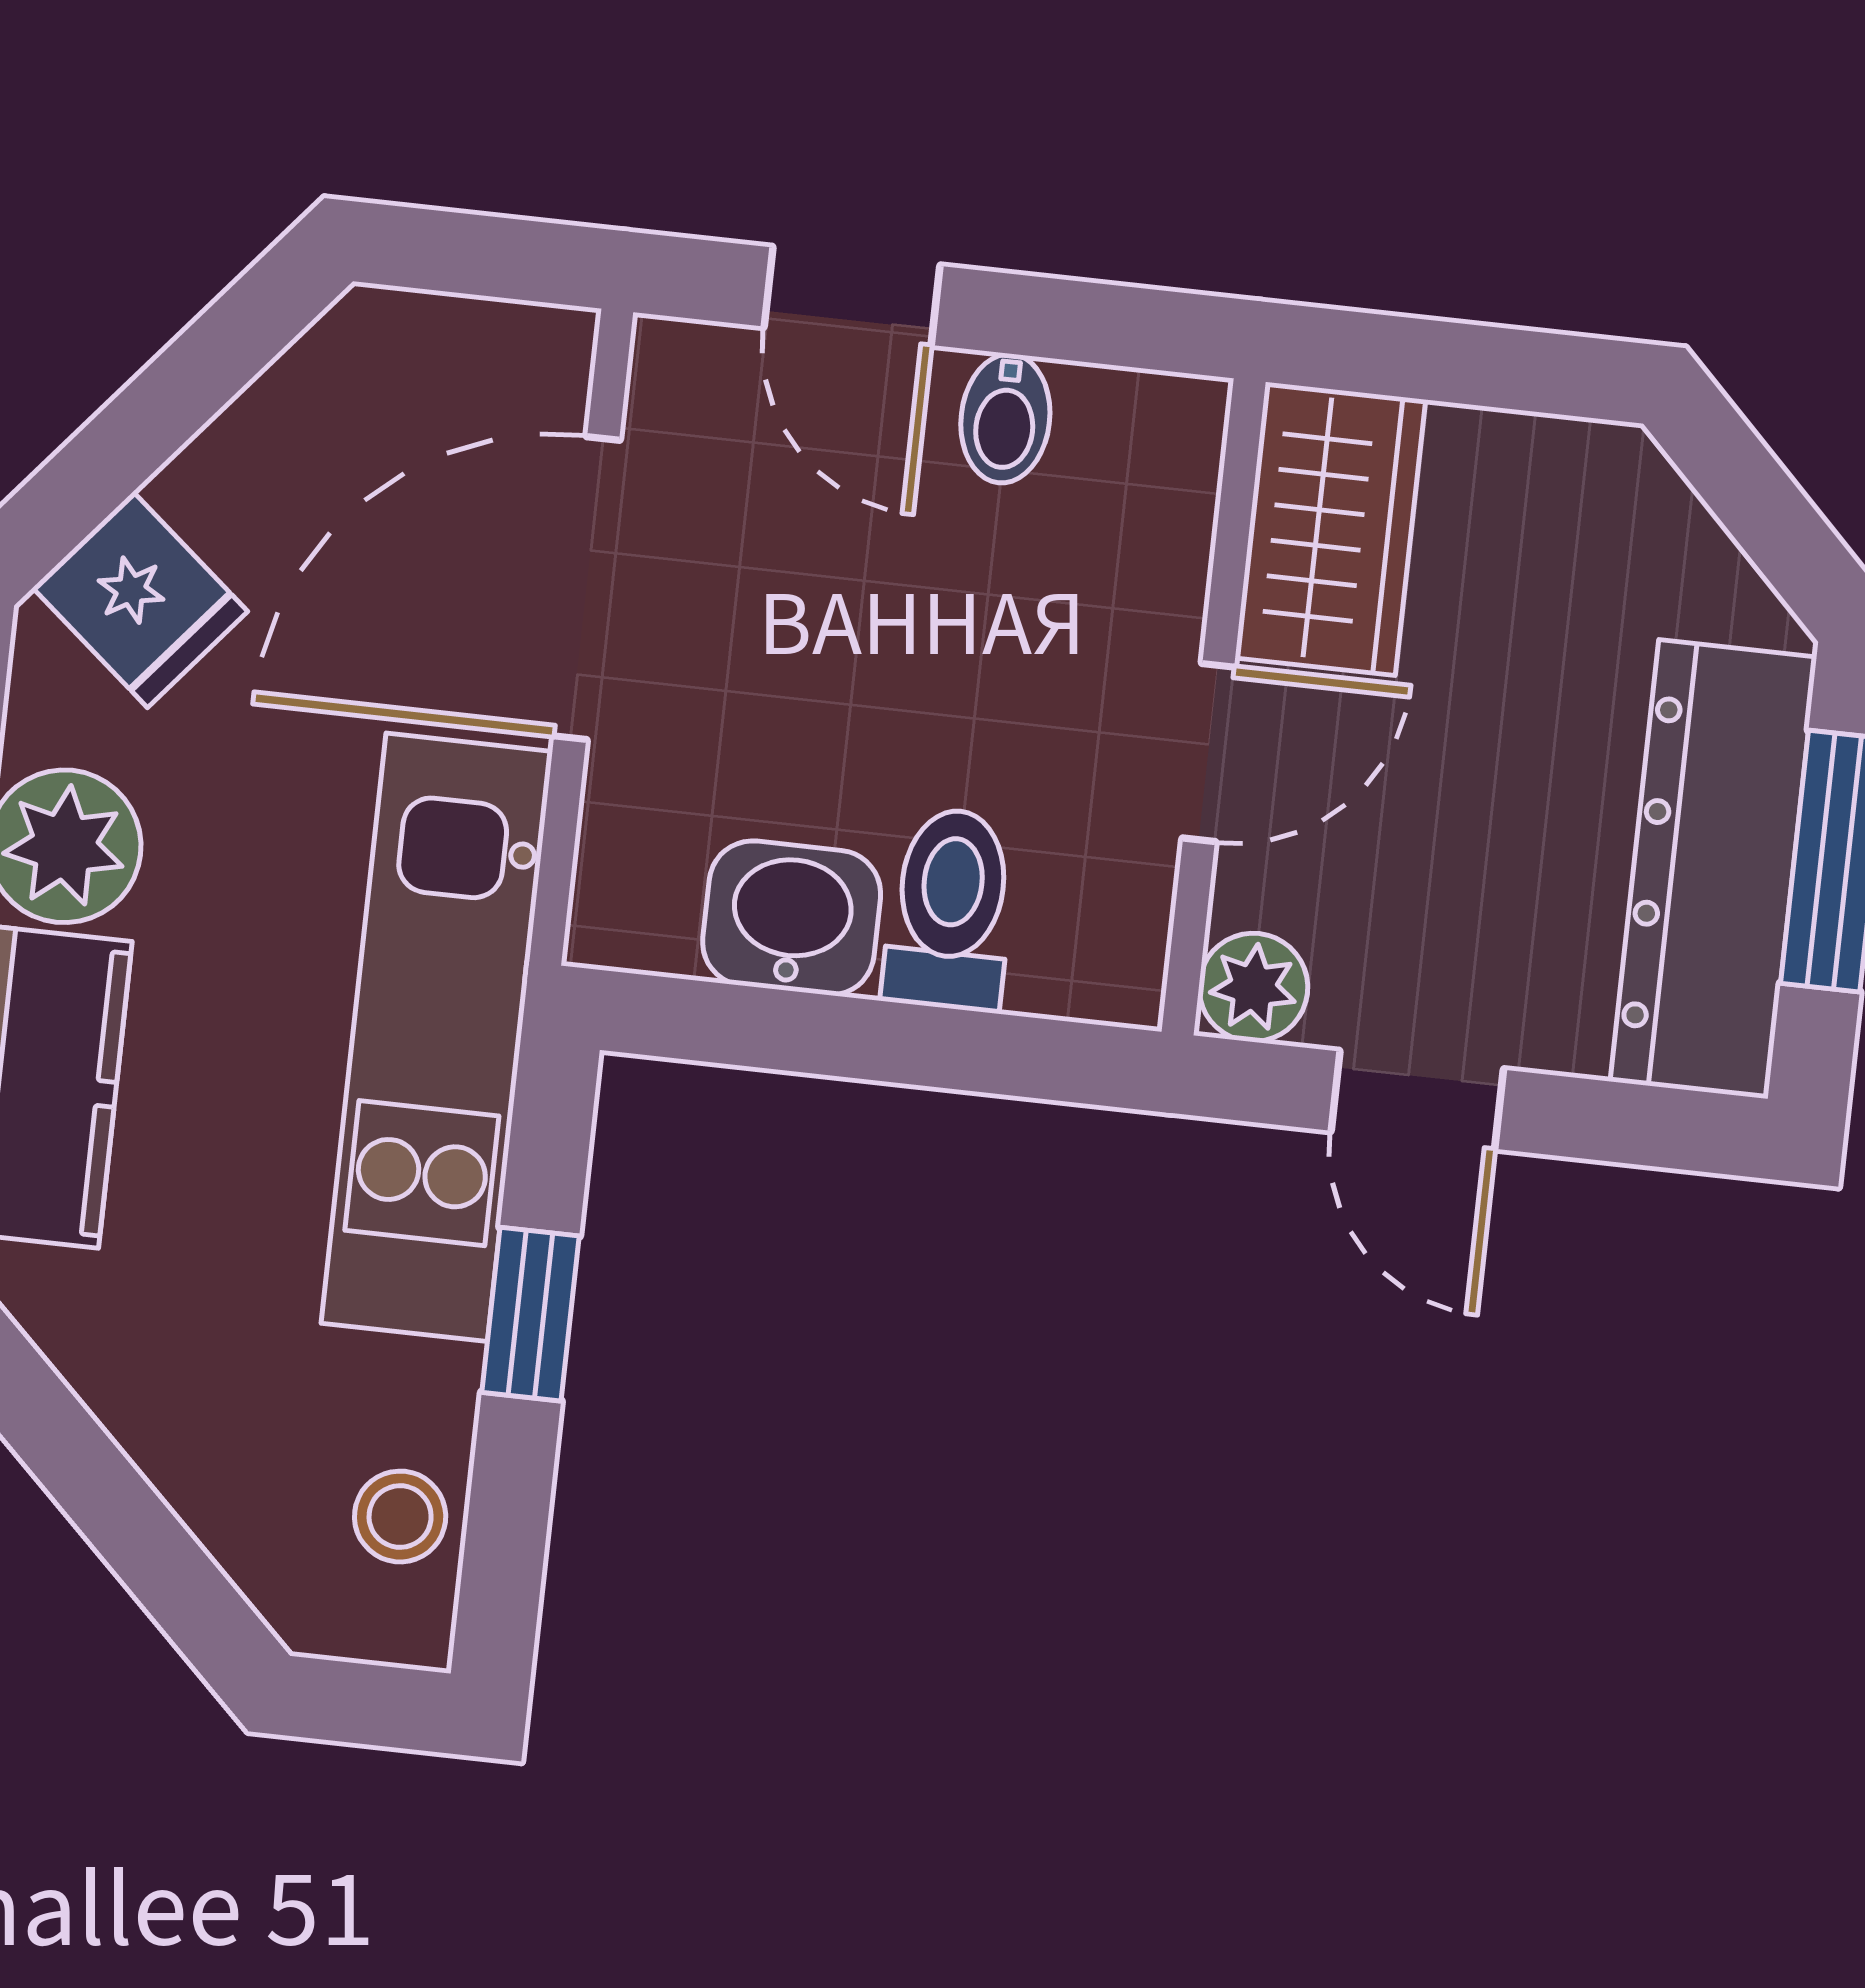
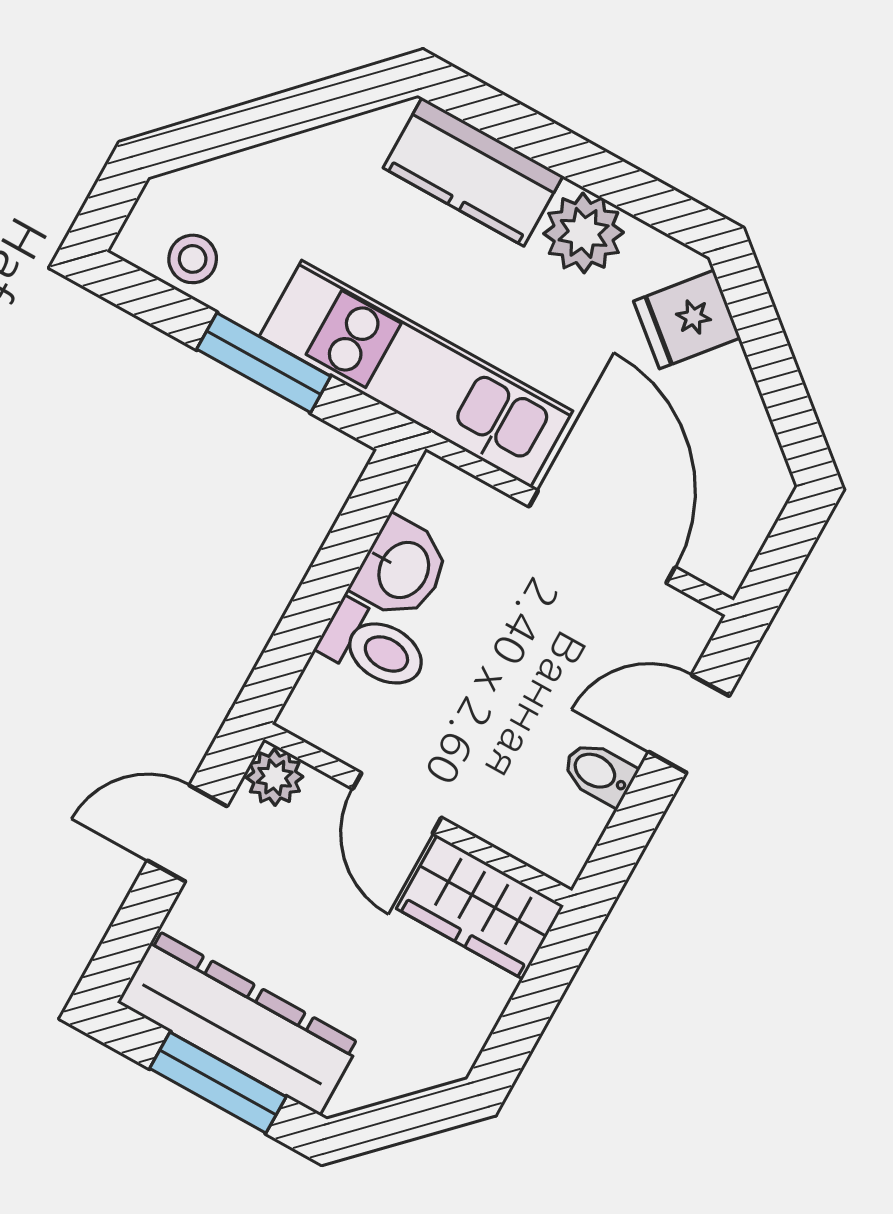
window: (530, 1314) -> (264, 363), width x1.50

